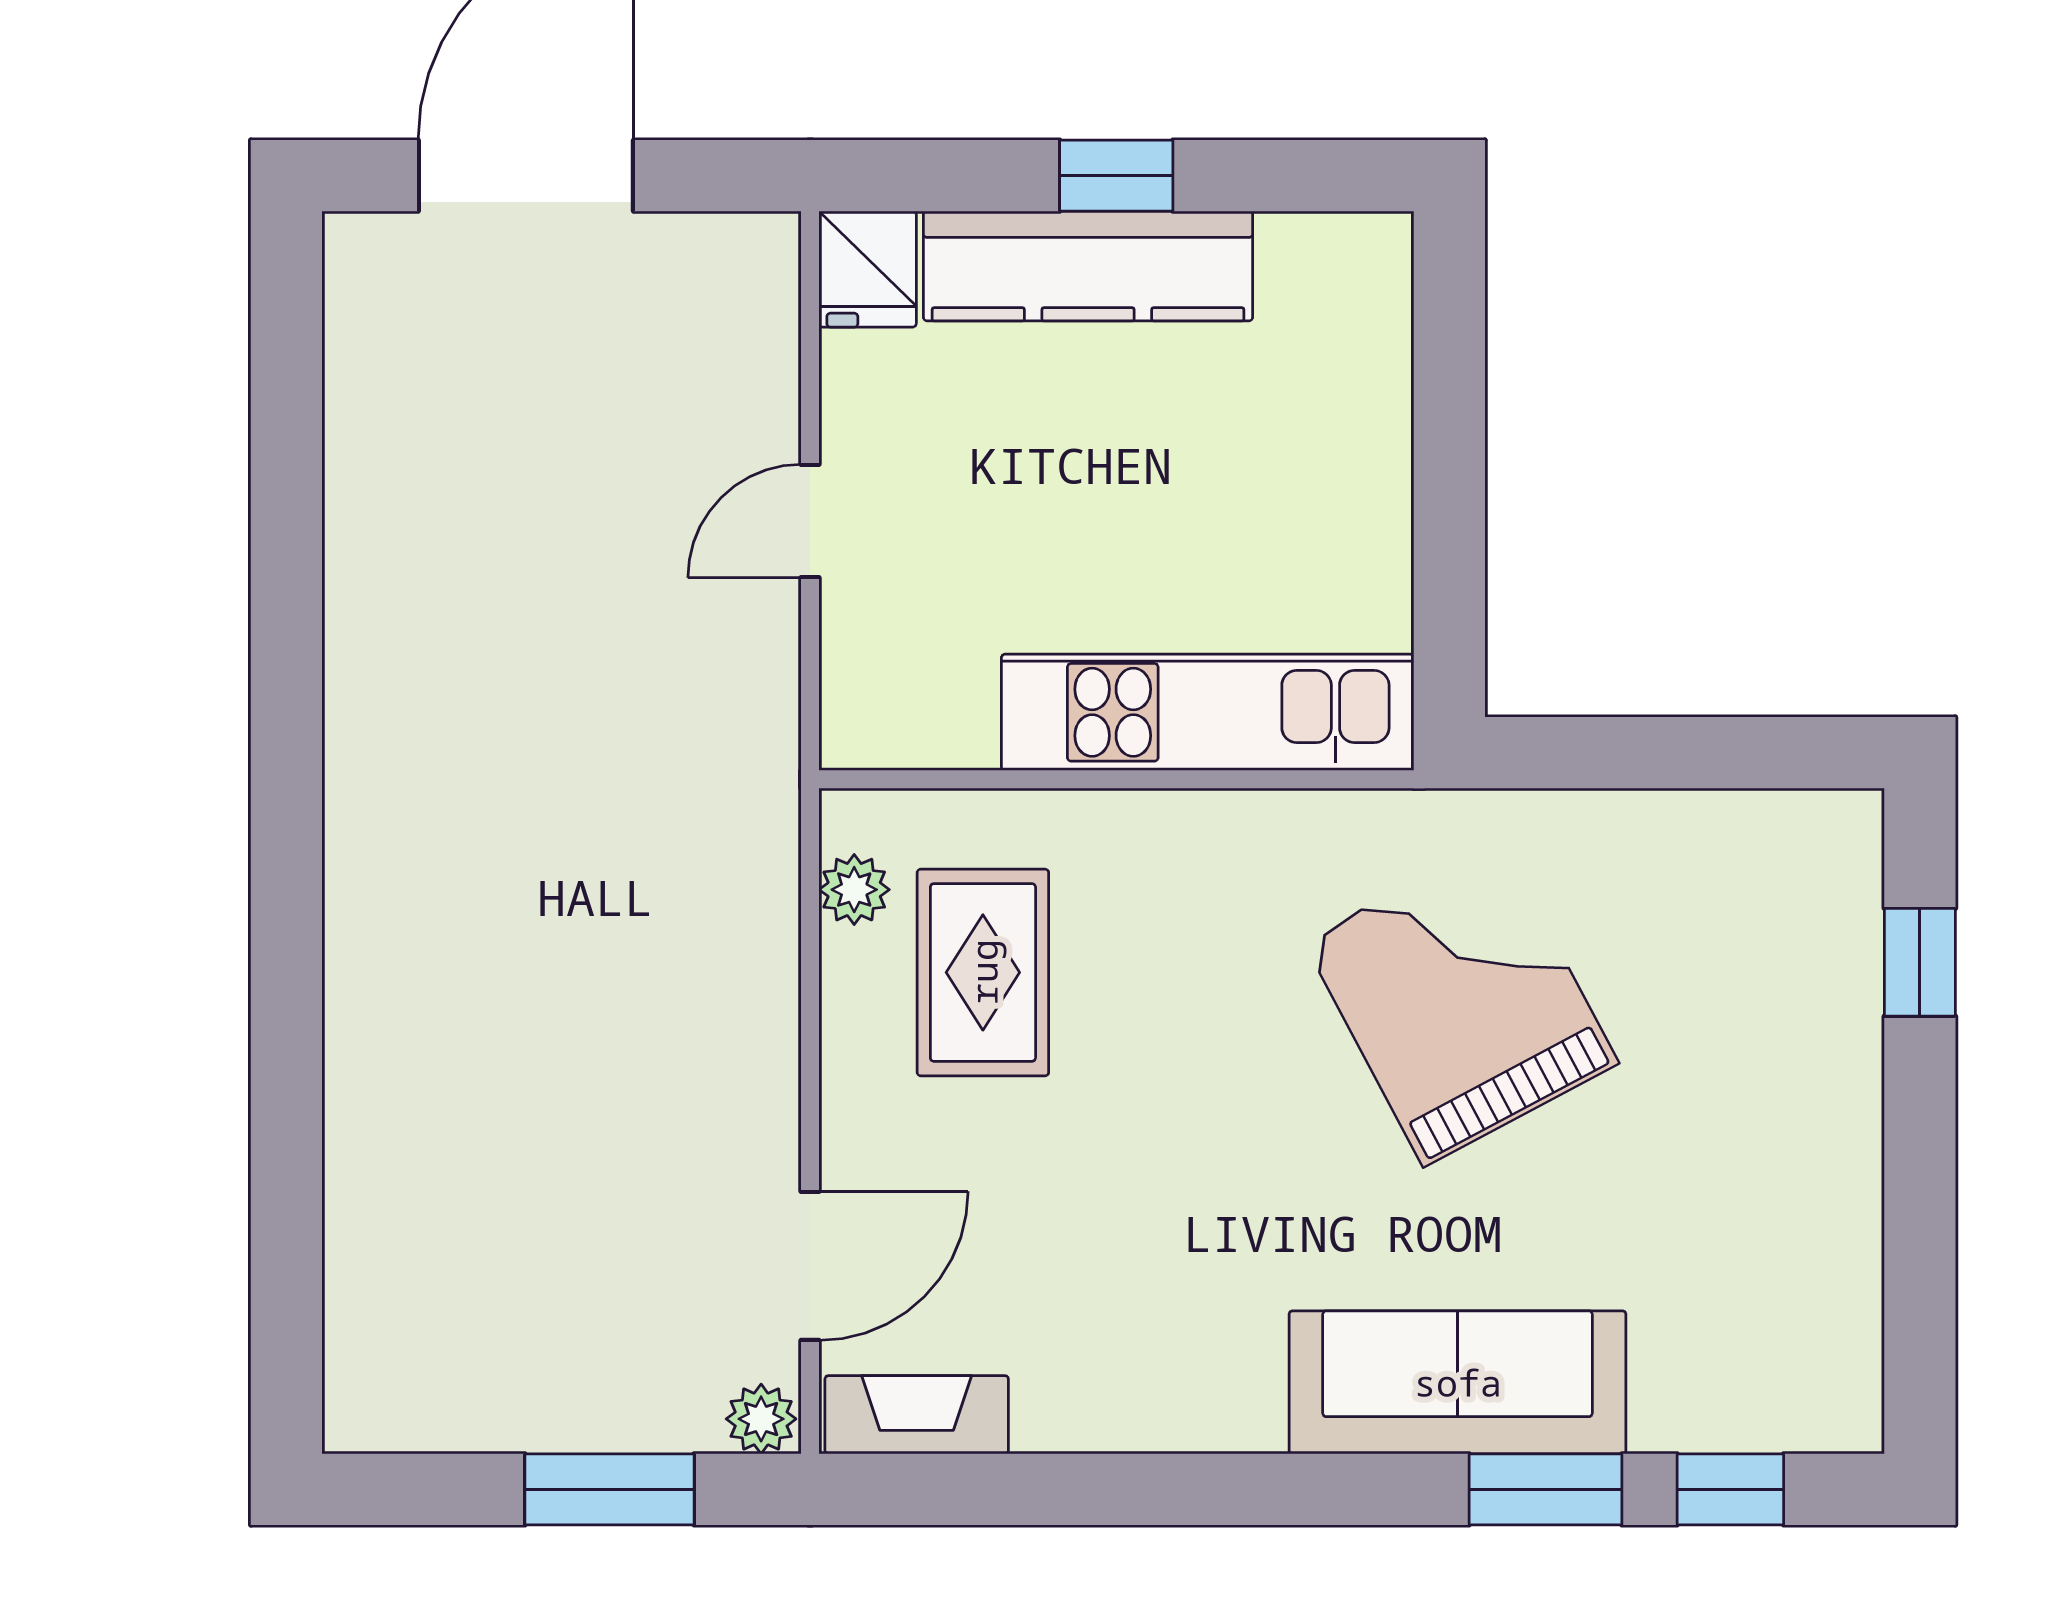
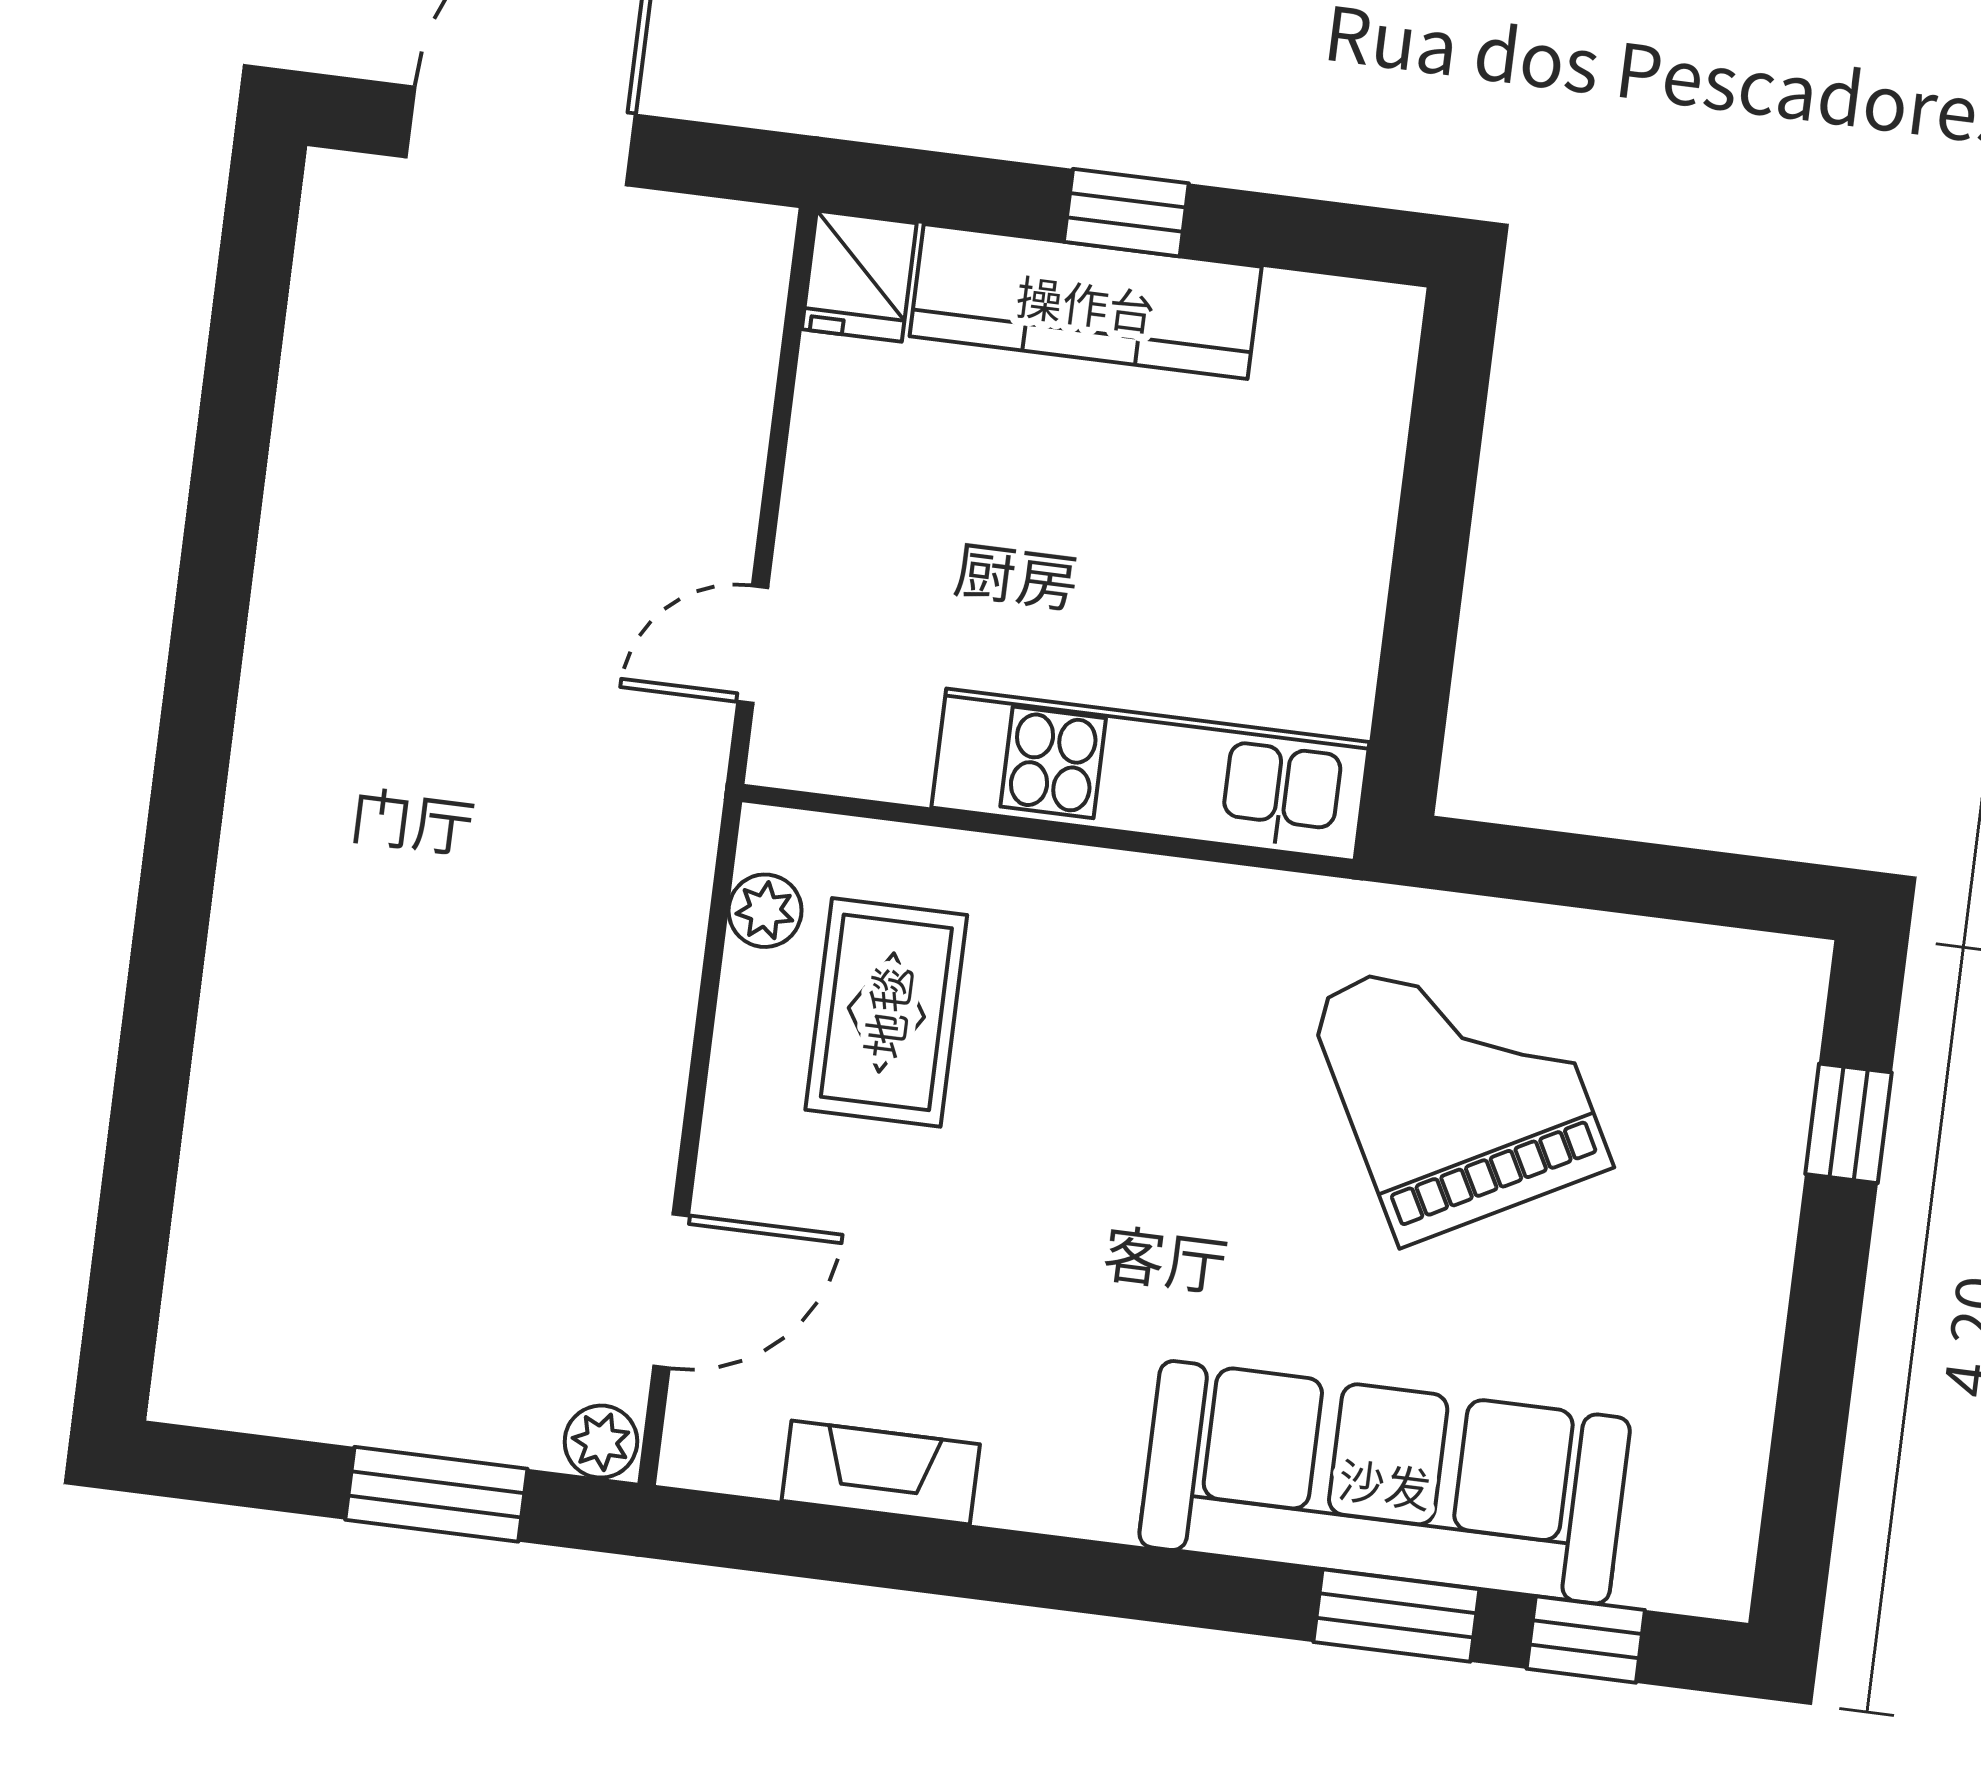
door: (810, 521) -> (753, 645), moved
grand piano: (1461, 1002) -> (1460, 1084), moved
sofa: (1458, 1382) -> (1385, 1482), width x1.36, depth x1.27
fireplace: (917, 1415) -> (881, 1473), moved

